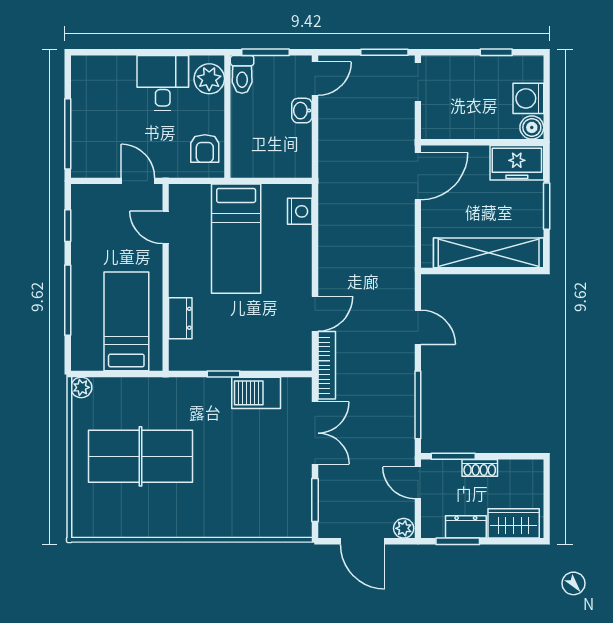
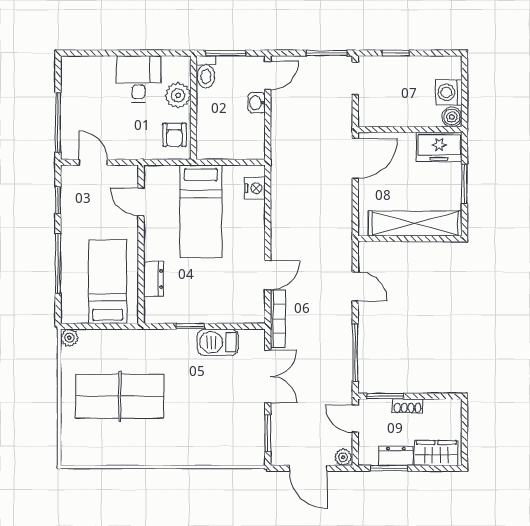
window: (496, 52) -> (396, 53), moved
plant: (209, 79) -> (178, 95), moved
door: (138, 181) -> (93, 162), moved

